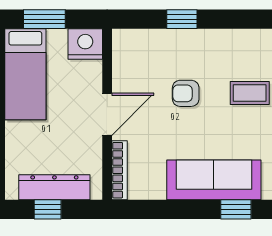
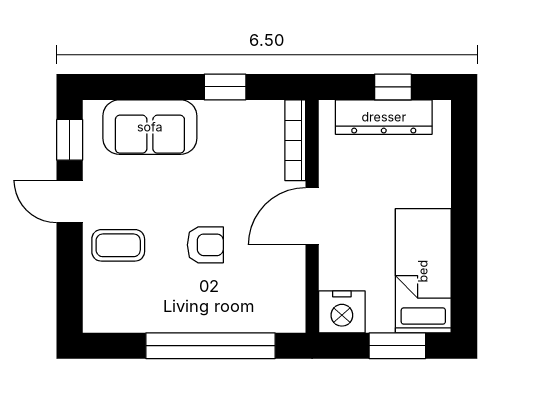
window: (182, 19) -> (211, 346), width x3.17
sofa: (214, 180) -> (150, 127), width x0.73
window: (236, 209) -> (225, 87), moved

